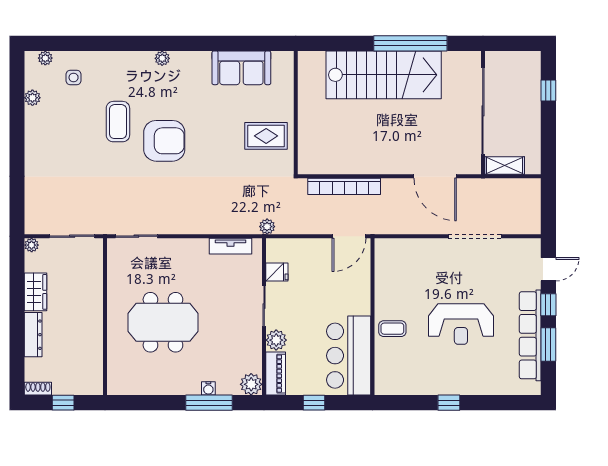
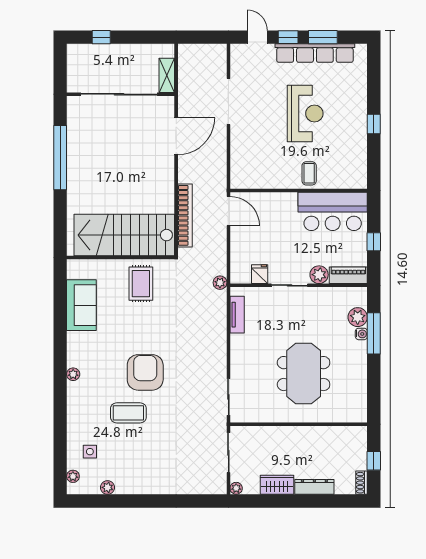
stairs: (384, 75) -> (124, 235), moved, turned -90
plant: (251, 384) -> (358, 317), moved

